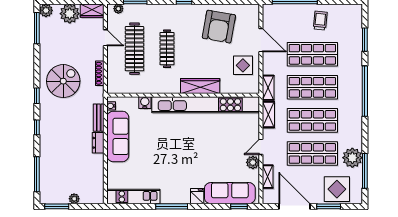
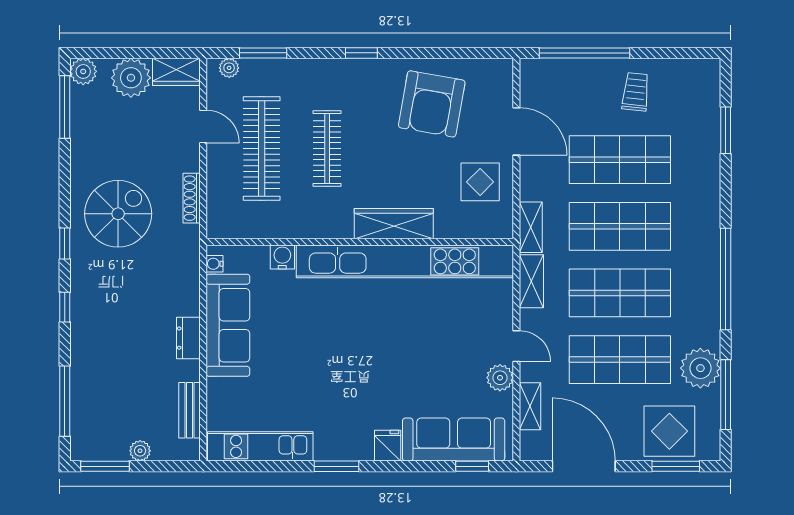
window: (365, 91) -> (726, 279), moved
bench: (99, 118) -> (189, 410), moved
door: (261, 147) -> (516, 346), swing flipped
window: (172, 206) -> (336, 466), width x0.69
window: (329, 206) -> (676, 466), moved

